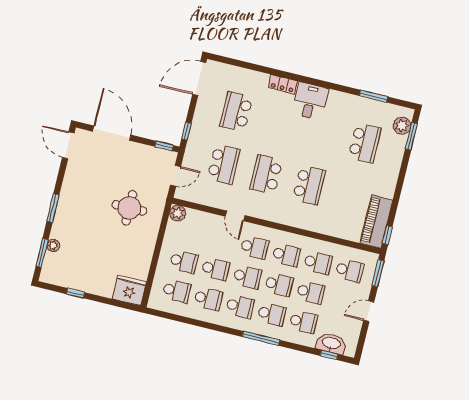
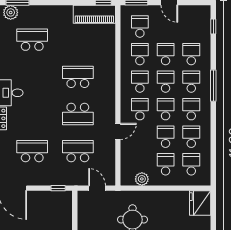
school desk: (236, 112) -> (32, 151), turned 180
window: (164, 146) -> (75, 204), removed
plant: (178, 213) -> (142, 179), moved
washbasin: (331, 343) -> (203, 27), removed

